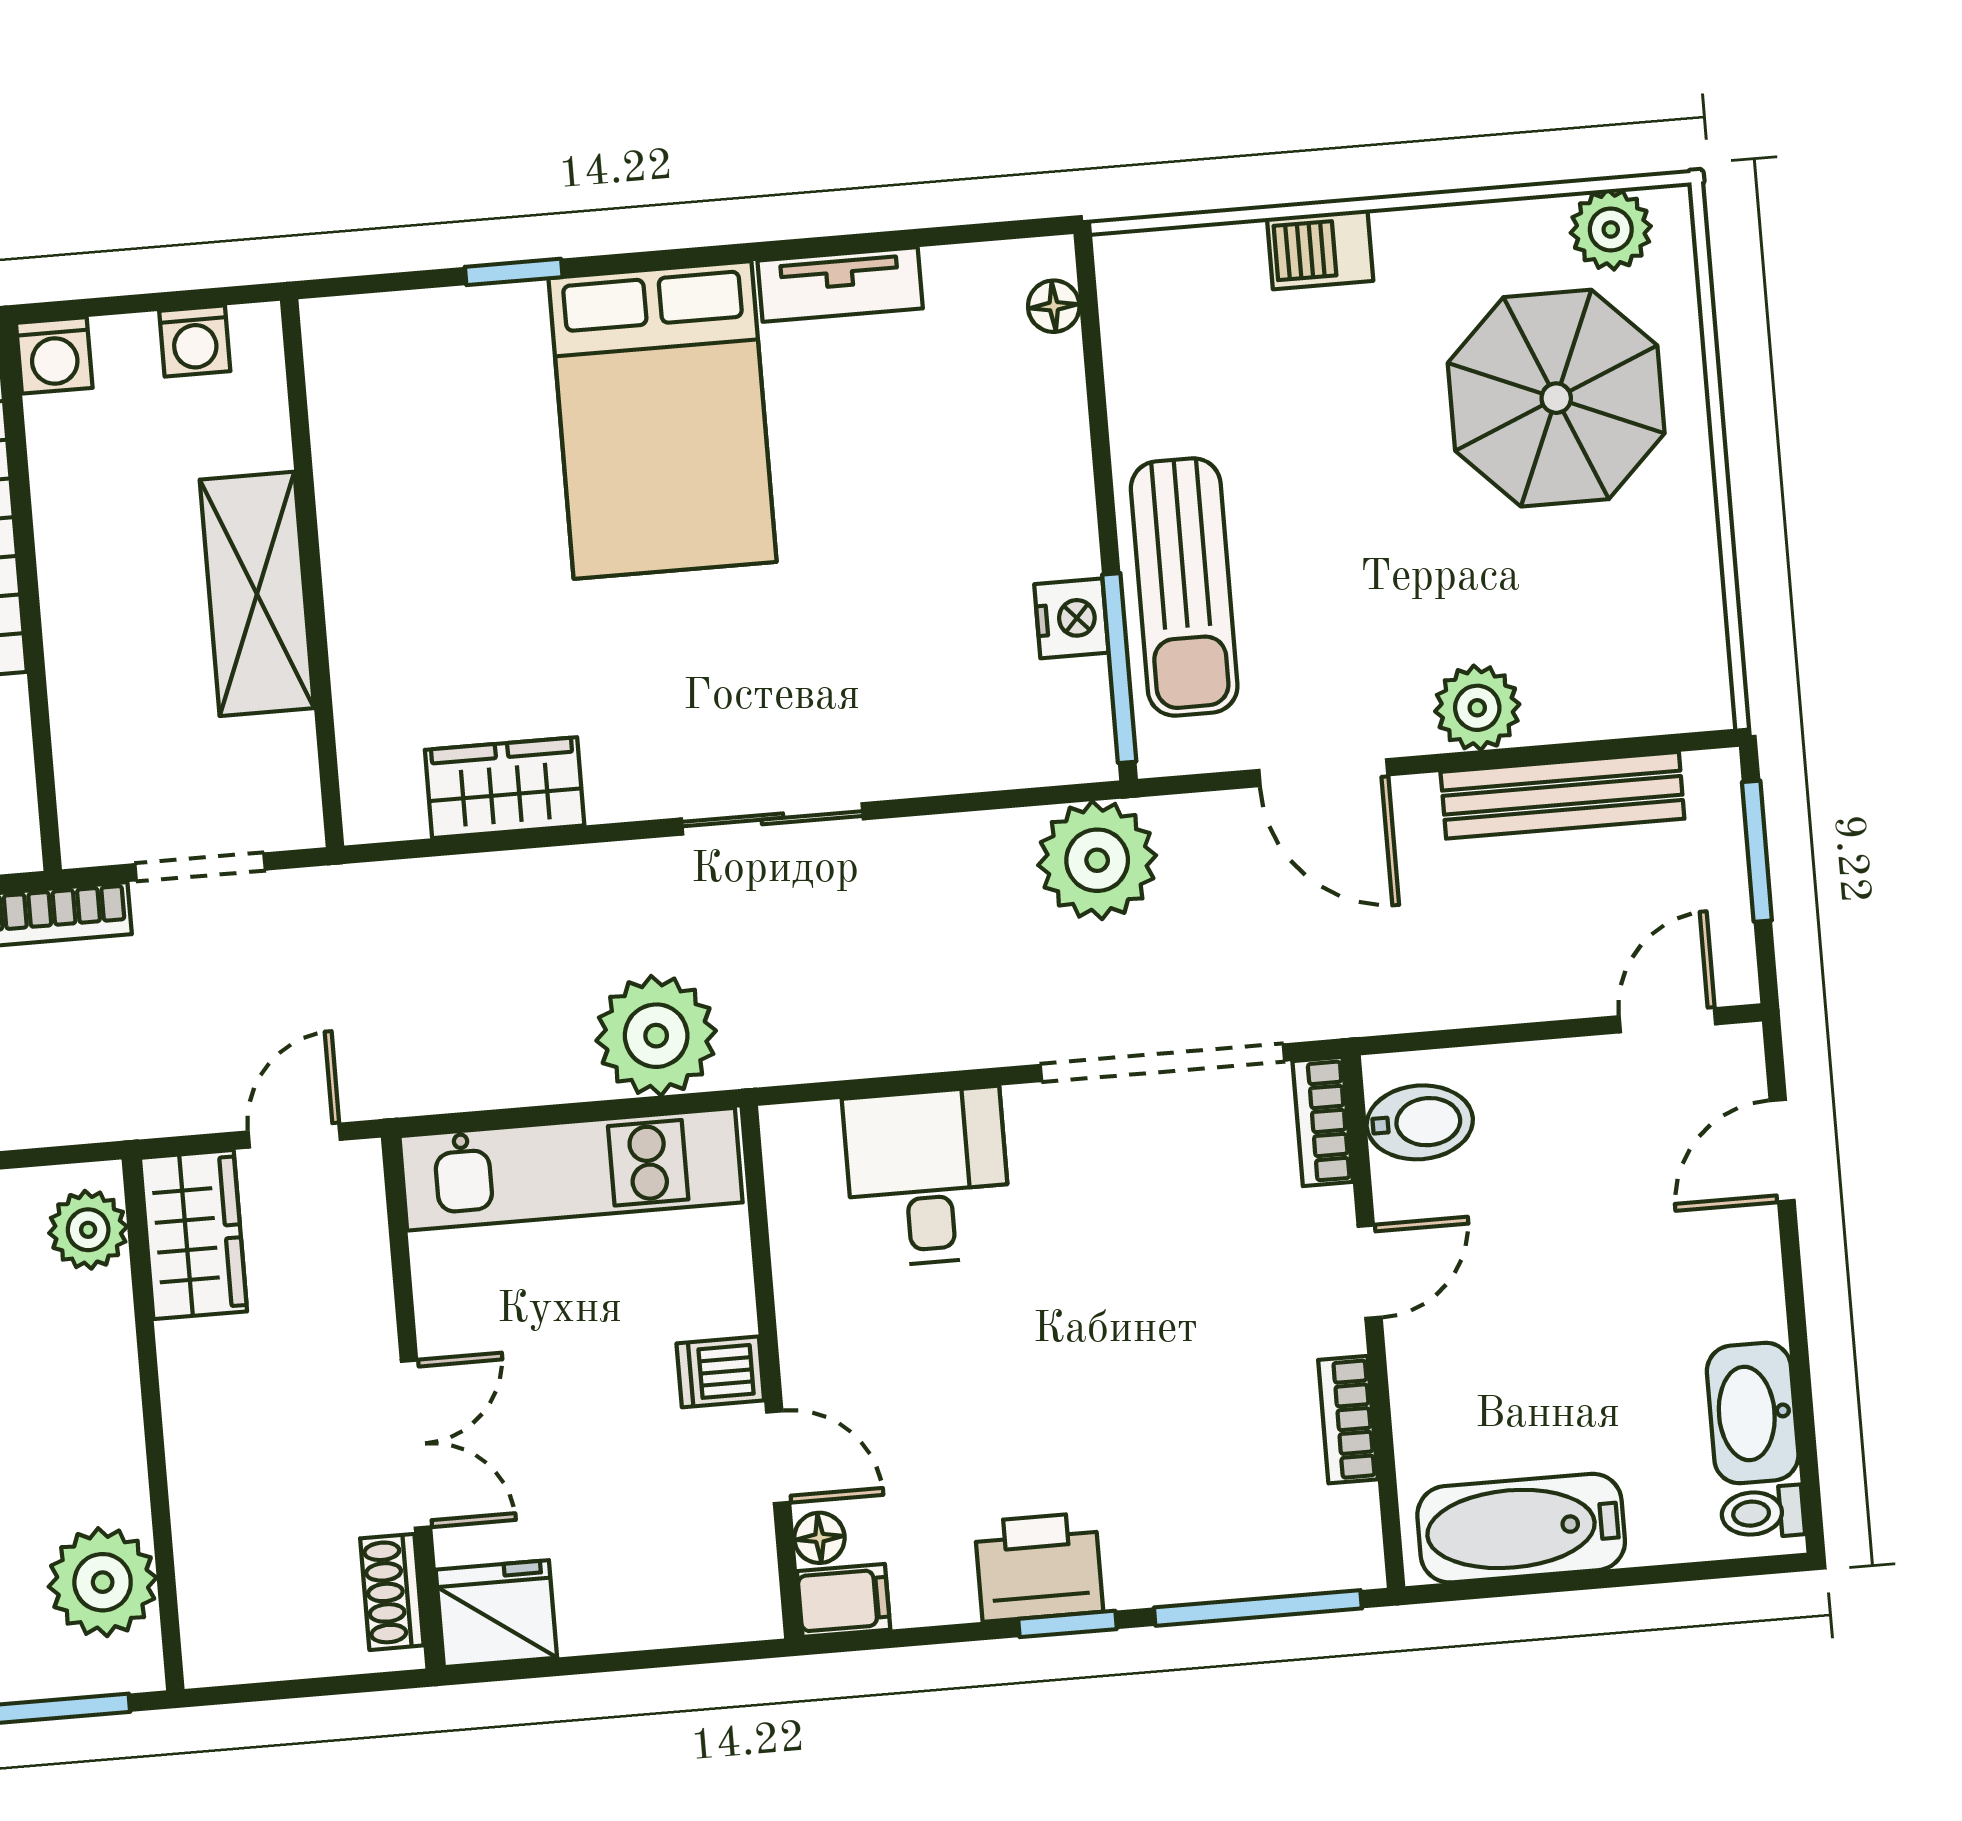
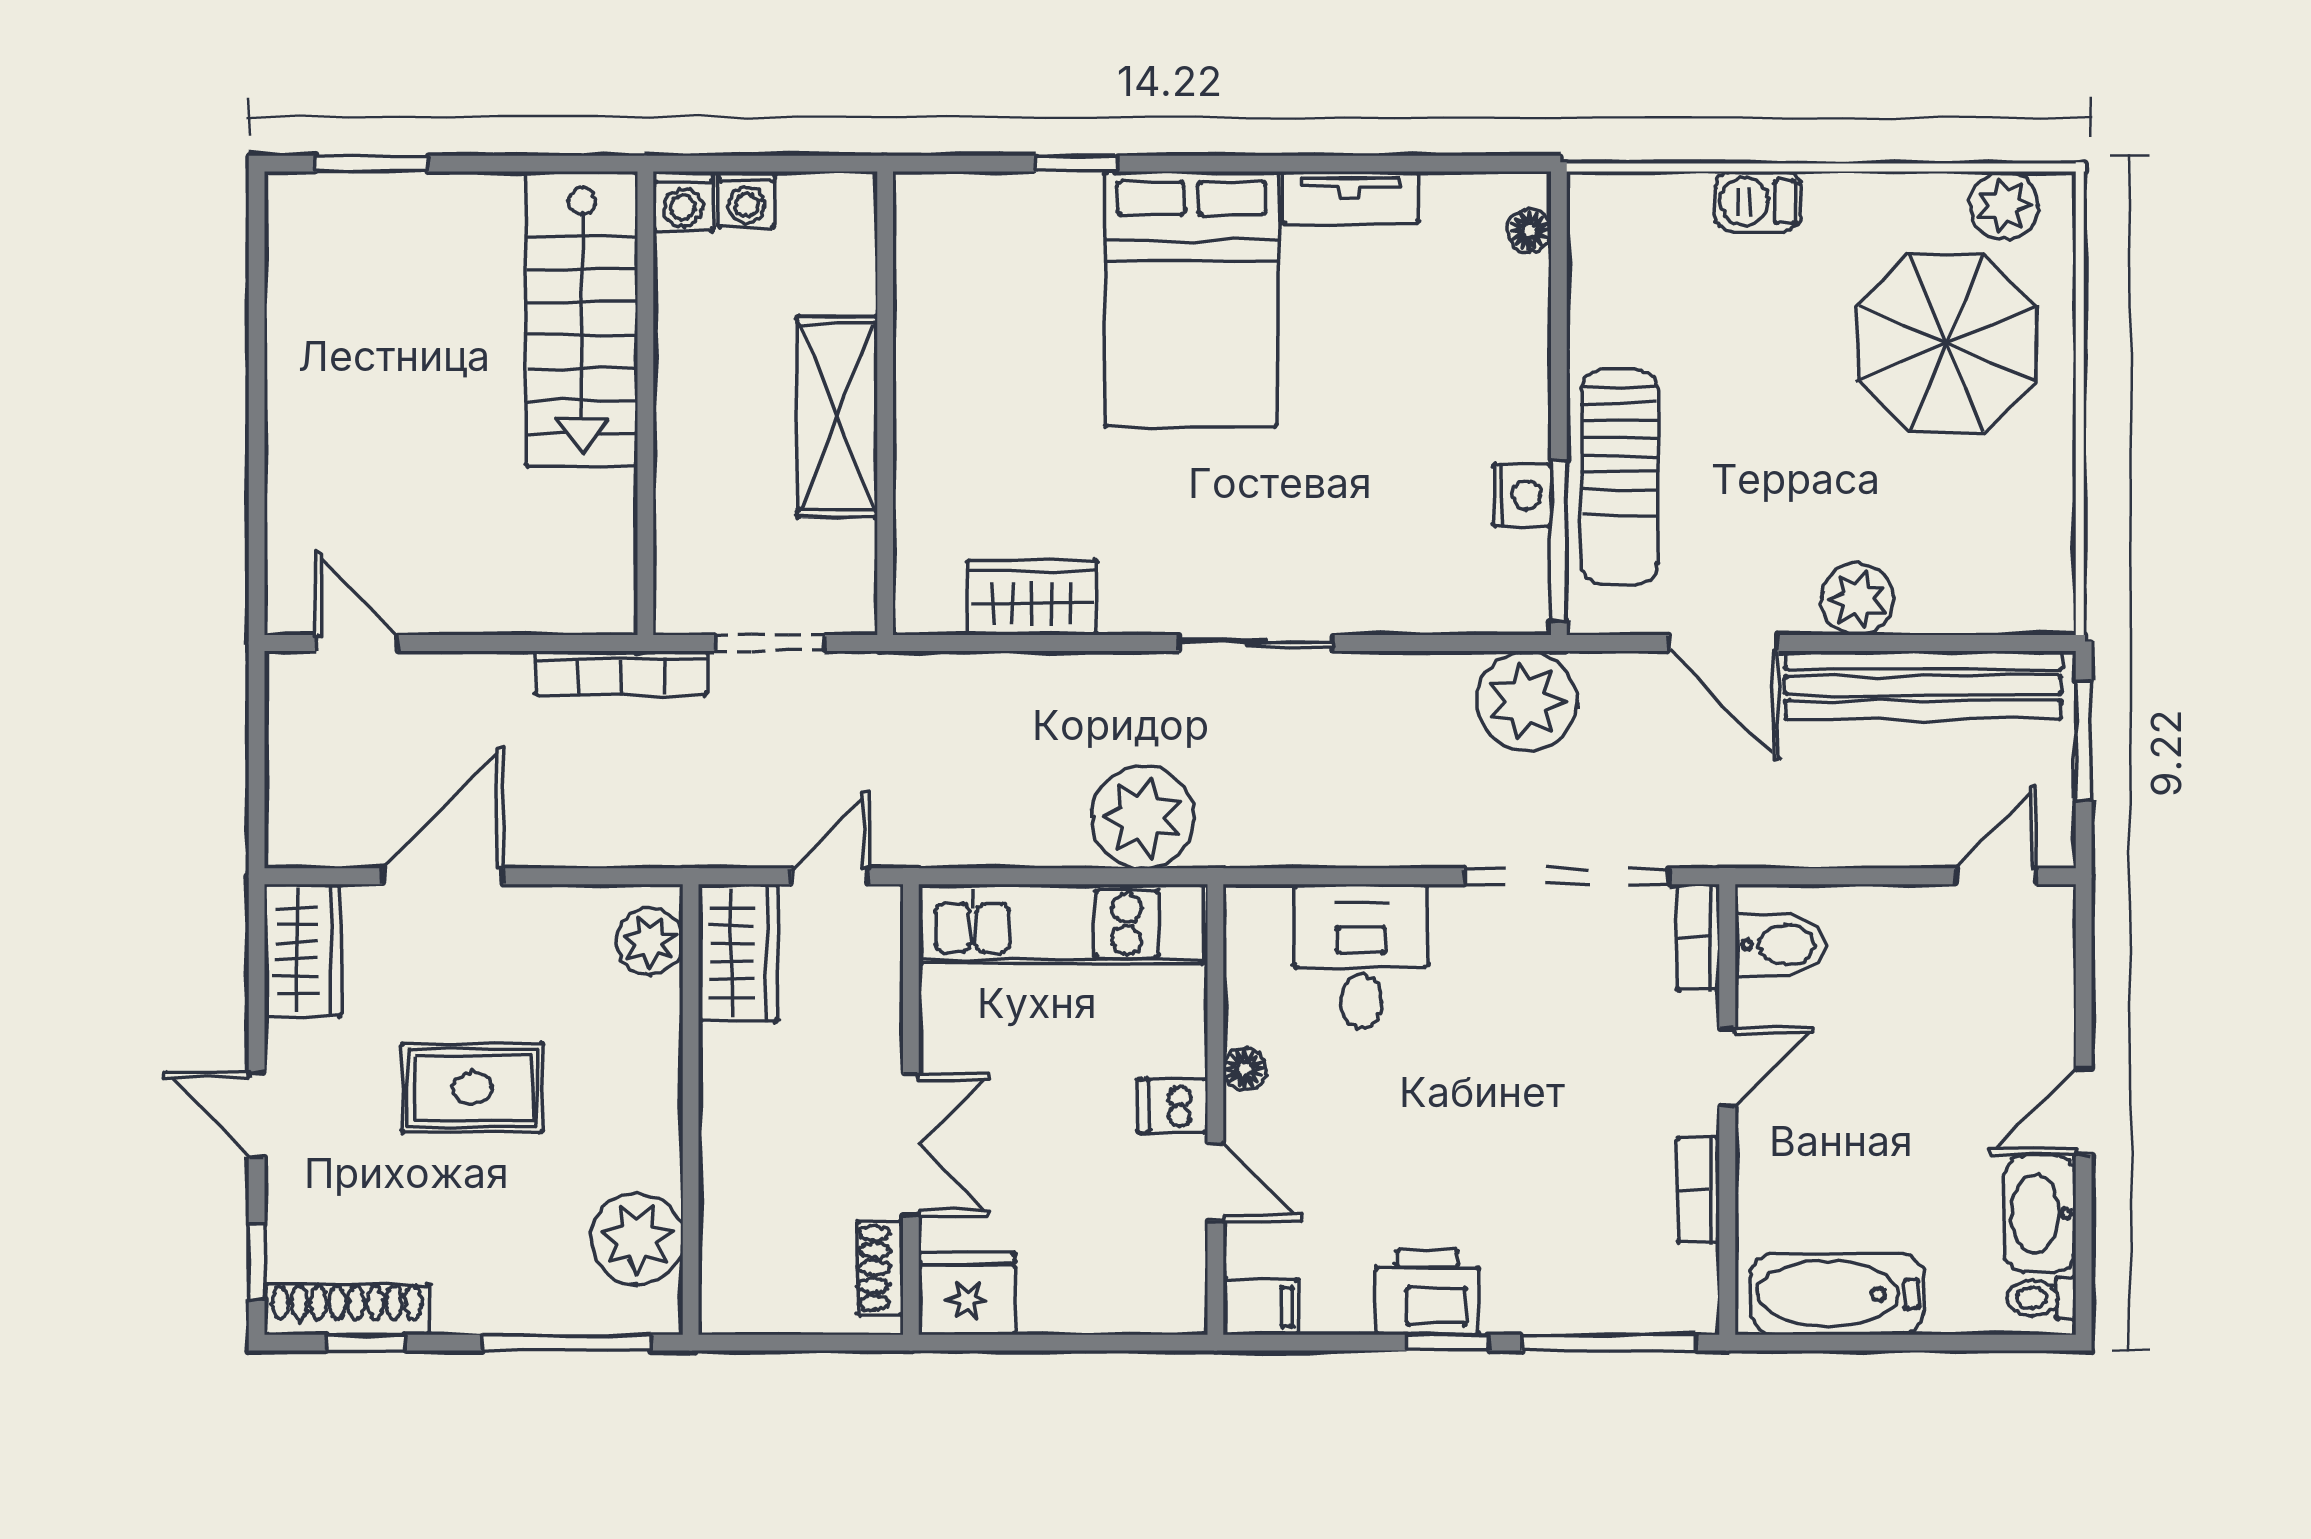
washing machine: (195, 341) -> (746, 199), moved
bench: (1562, 795) -> (1924, 685), width x1.37, depth x1.21
door: (1782, 1151) -> (2084, 1111), moved
floor lamp: (819, 1538) -> (1245, 1069), moved

